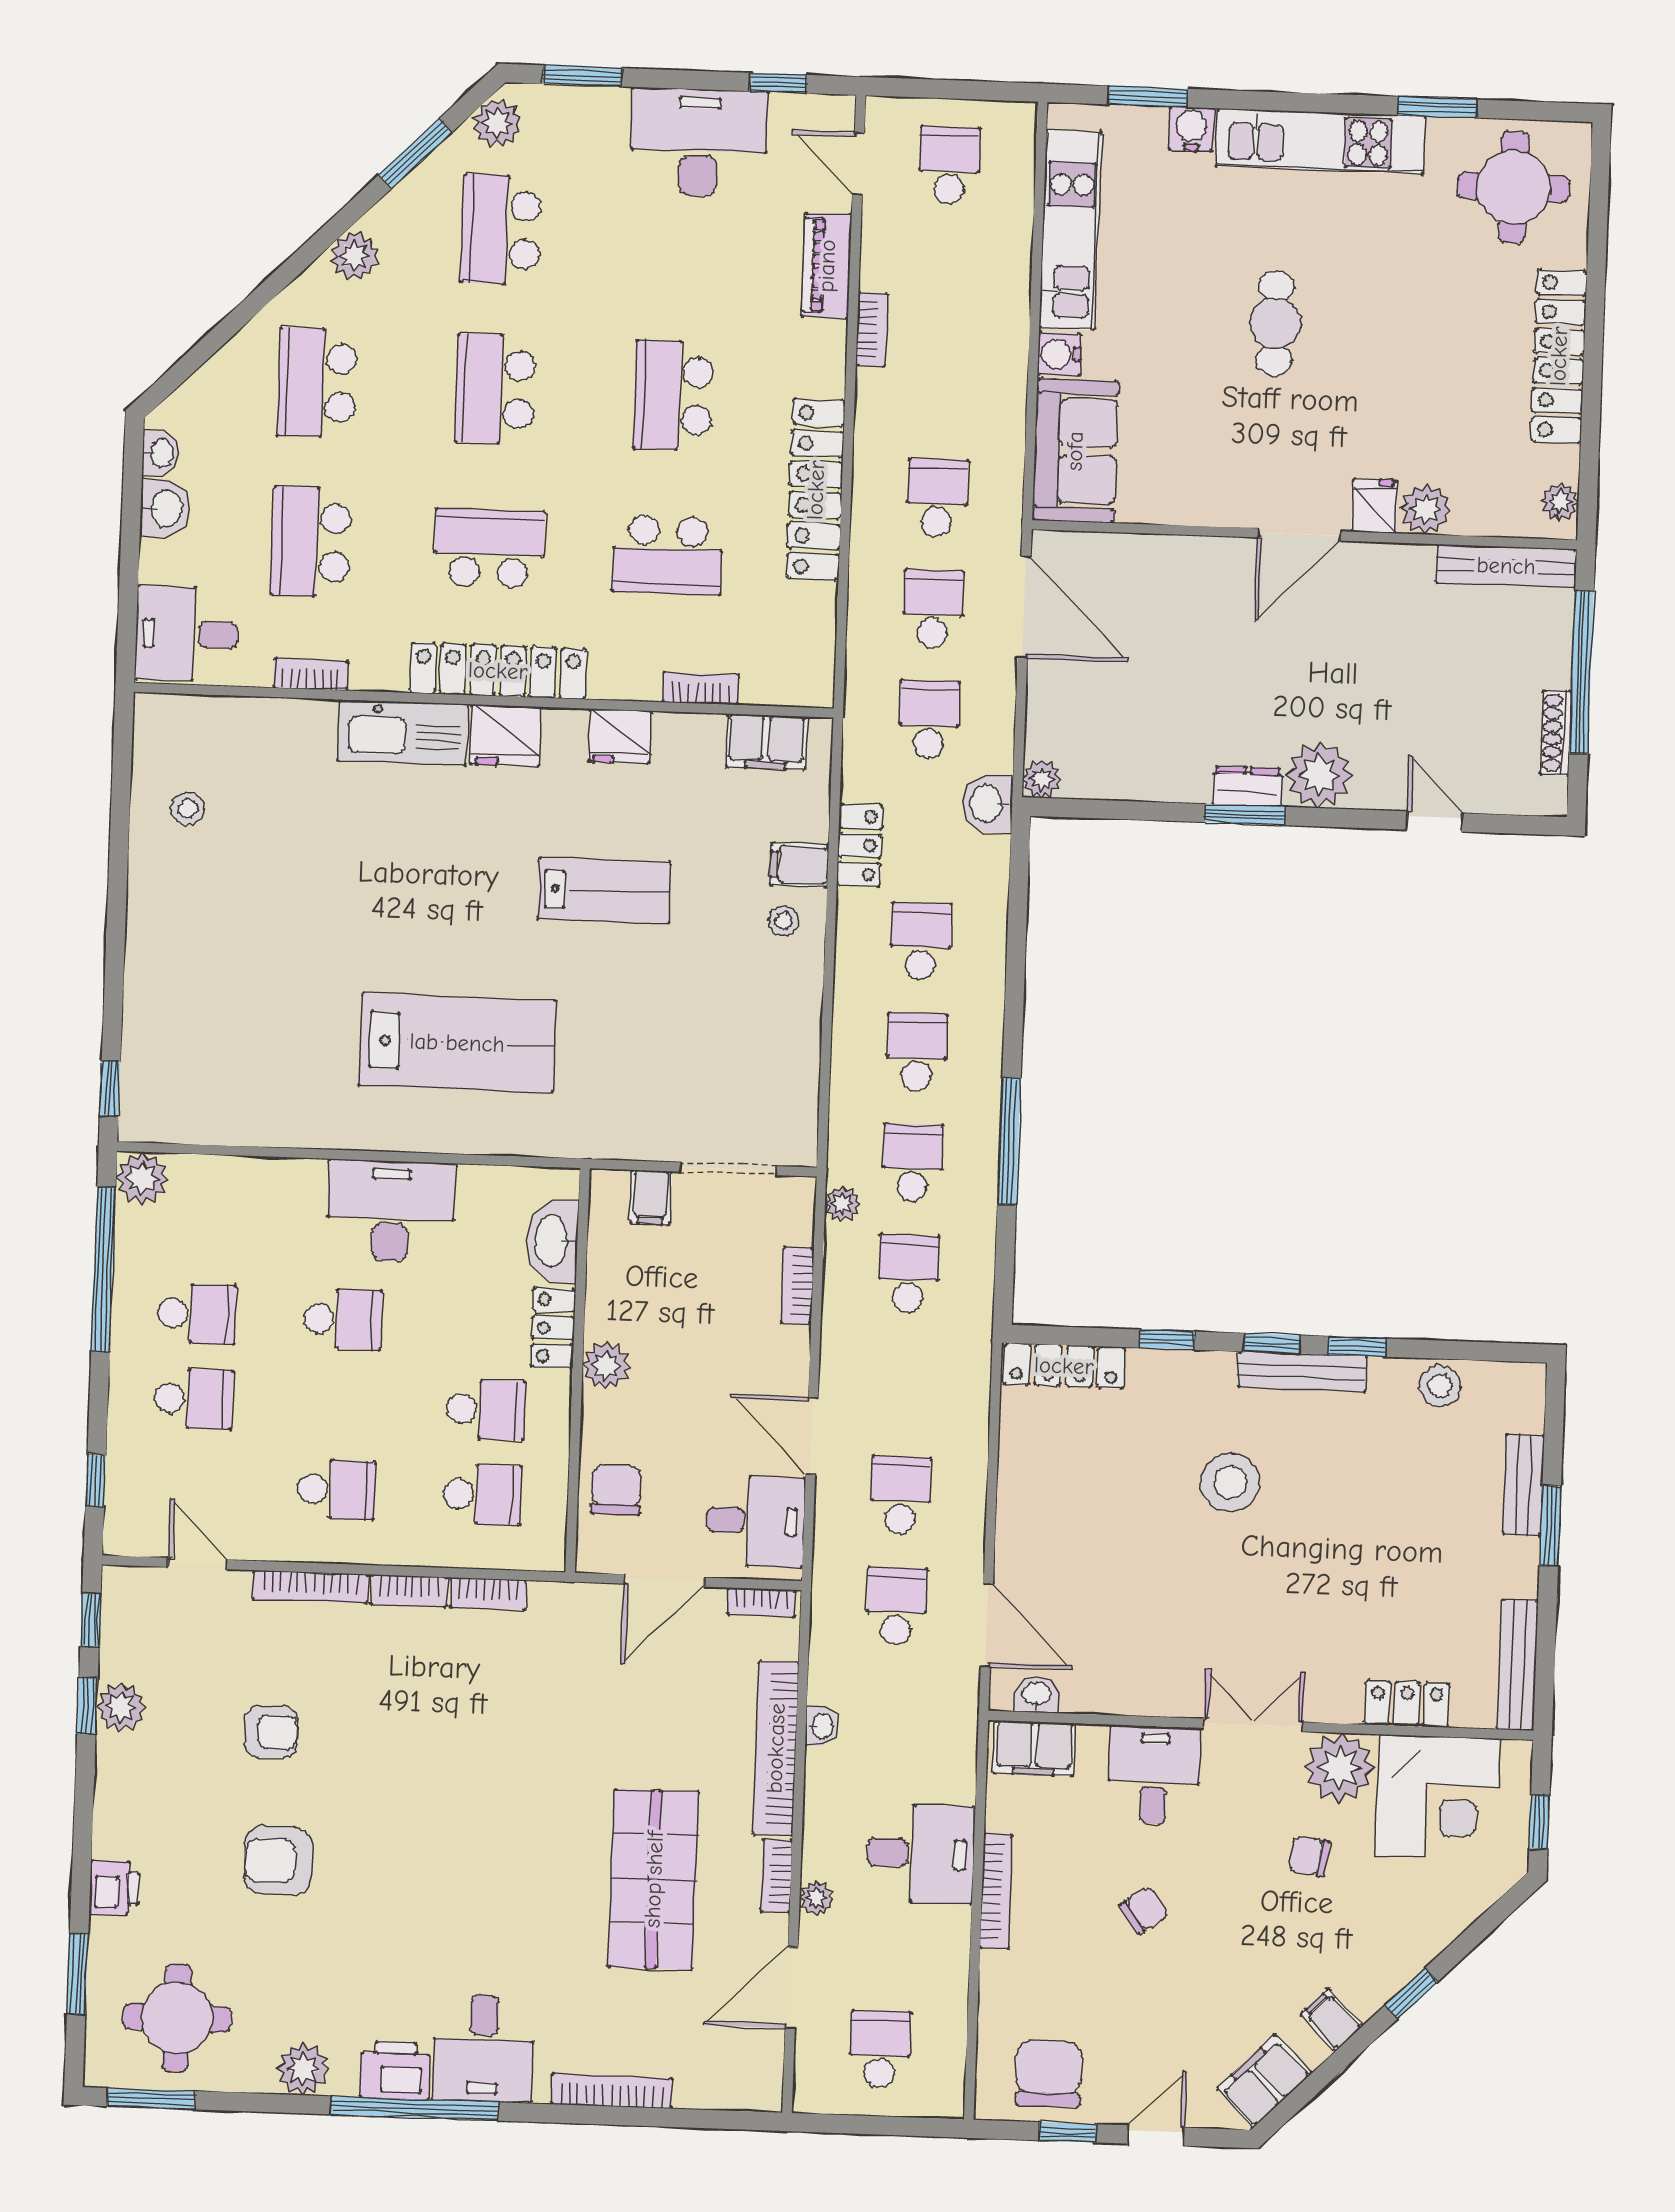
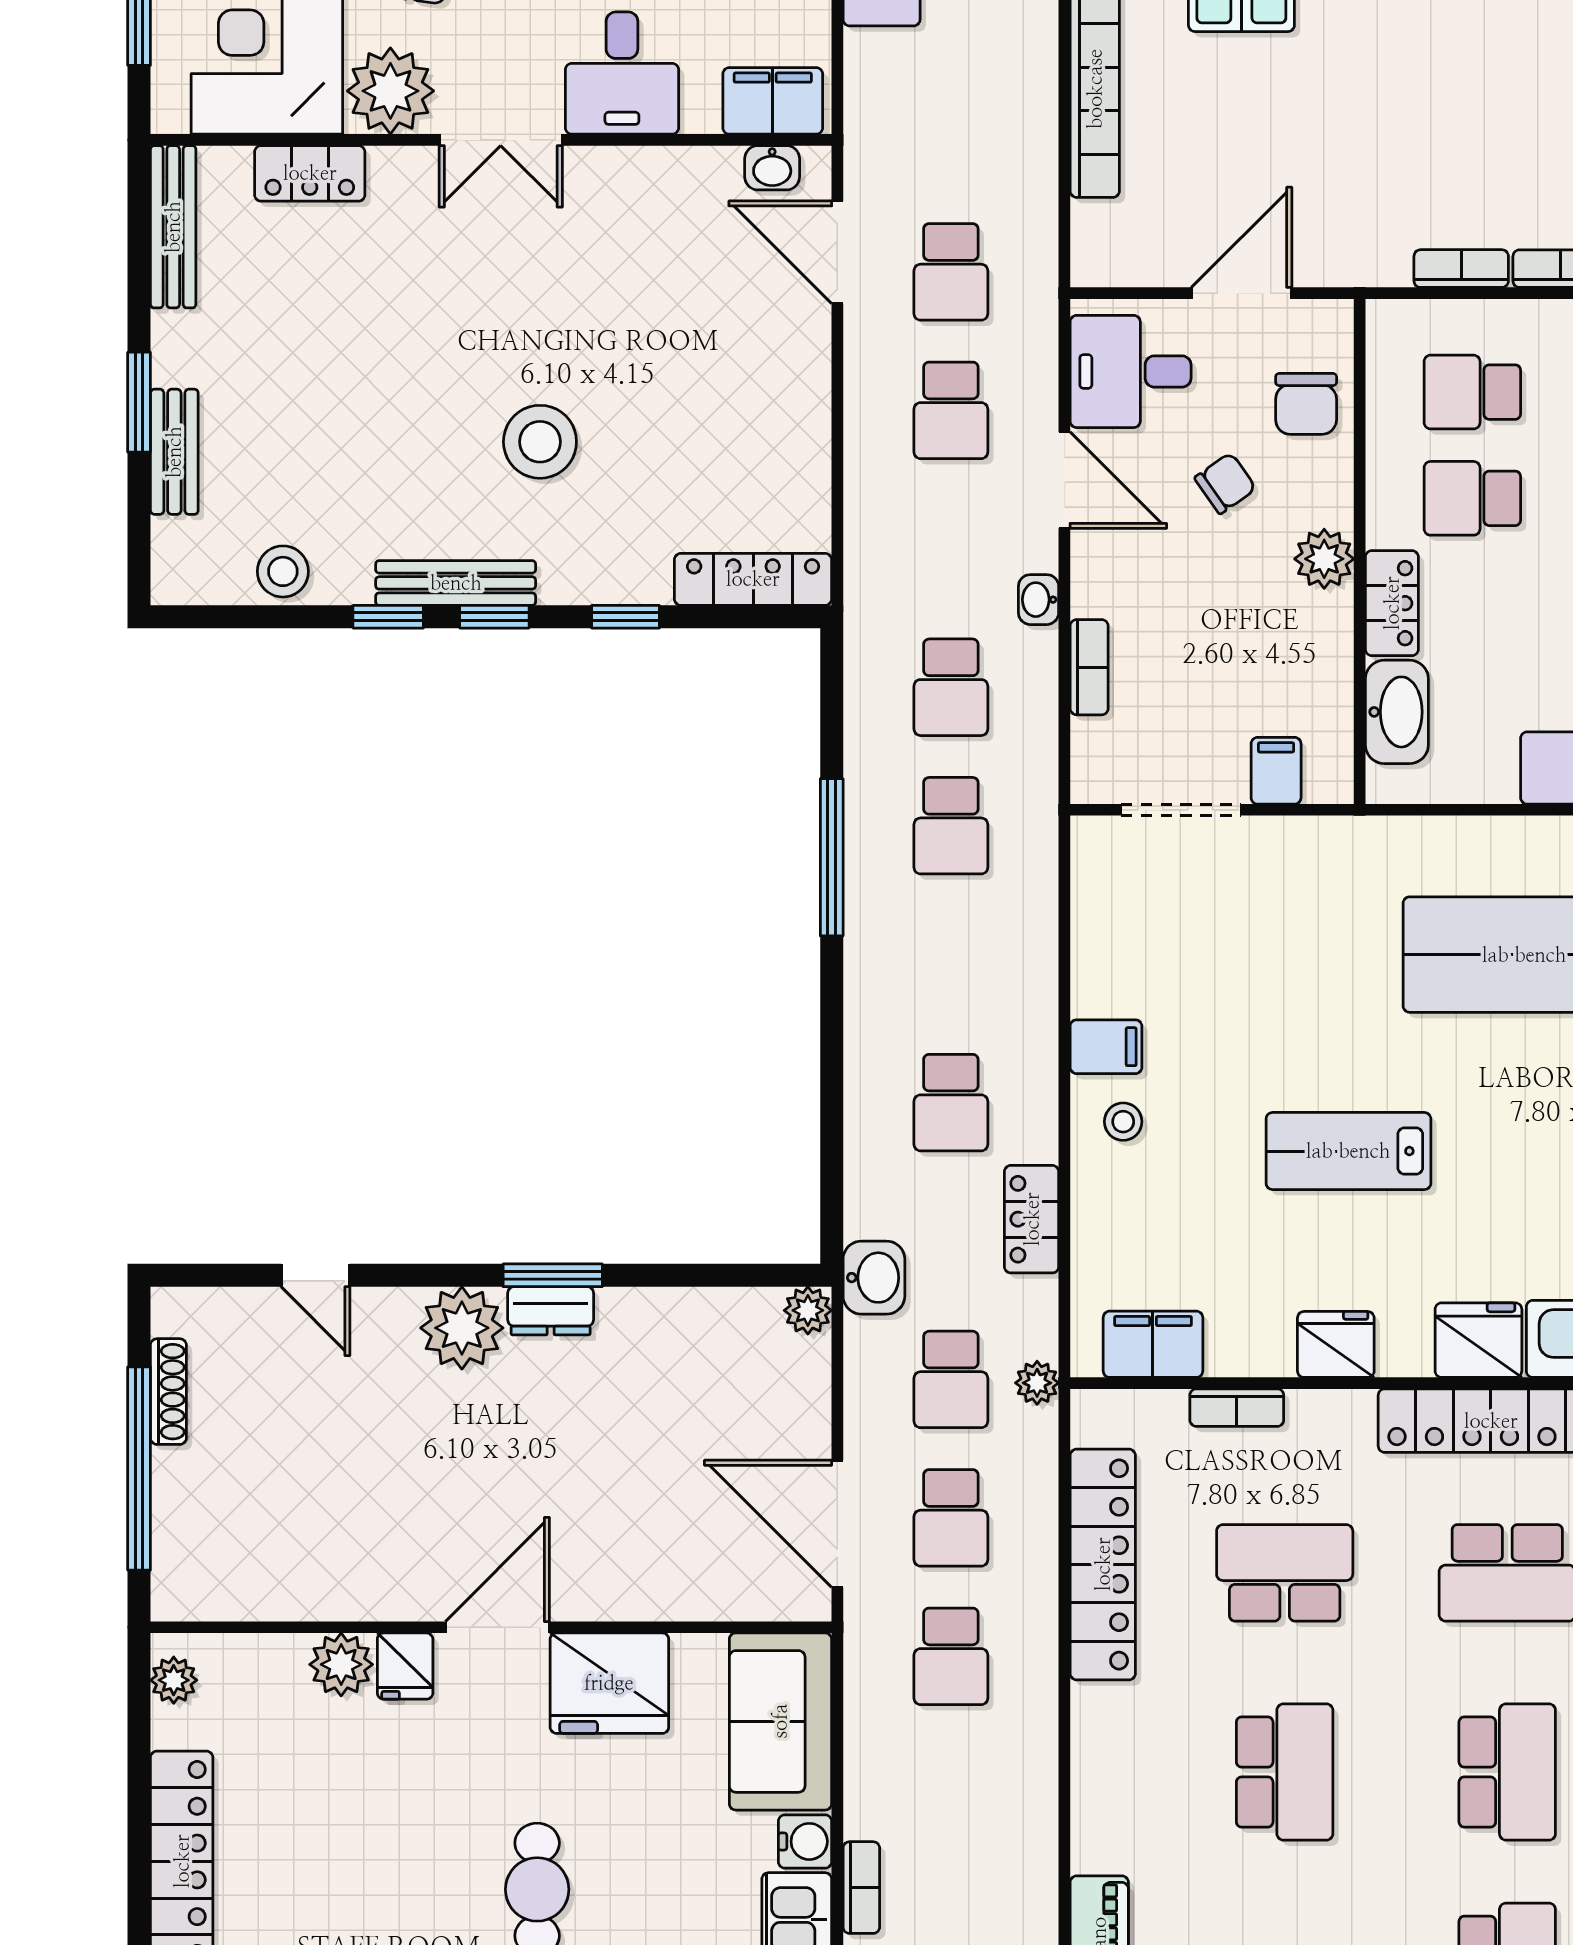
bookcase: (872, 329) -> (861, 1888), moved, turned 180
fridge: (1211, 486) -> (609, 1683), added
locker: (816, 490) -> (1103, 1564), moved
bench: (1506, 566) -> (238, 1597), removed
filing cabinet: (799, 865) -> (1106, 1047), moved
school desk: (917, 1052) -> (951, 964), removed
plant: (842, 1204) -> (1037, 1383), moved
chair: (683, 1429) -> (1225, 483), added
bookcase: (761, 1602) -> (1120, 271), removed
washbasin: (822, 1726) -> (1039, 600), moved

